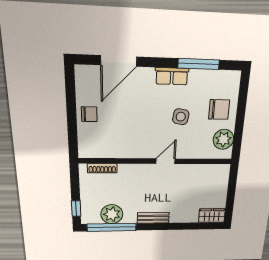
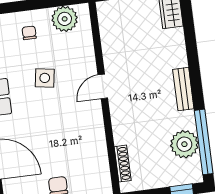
chair: (219, 110) -> (29, 33), width x0.54, depth x0.54
door: (166, 161) -> (103, 86), hinge flipped

